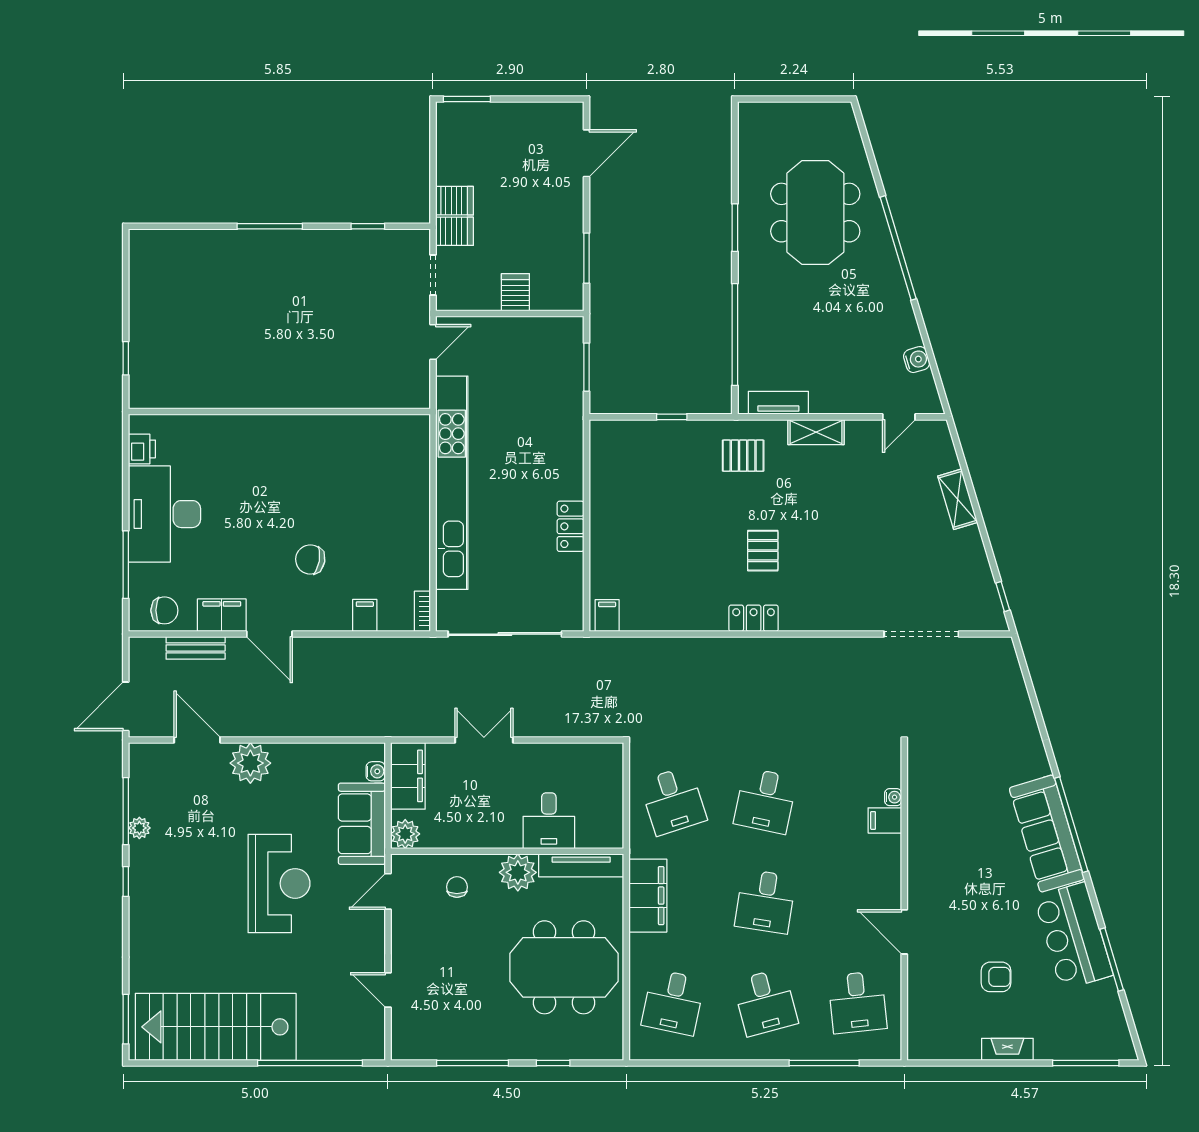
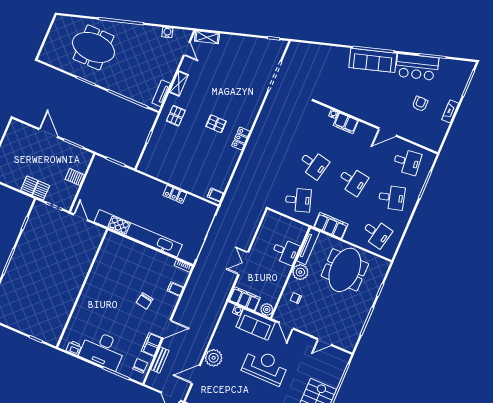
door: (587, 153) -> (48, 133), moved
shelving: (958, 499) -> (207, 37), moved
filing cabinet: (885, 820) -> (346, 123), width x2.00

